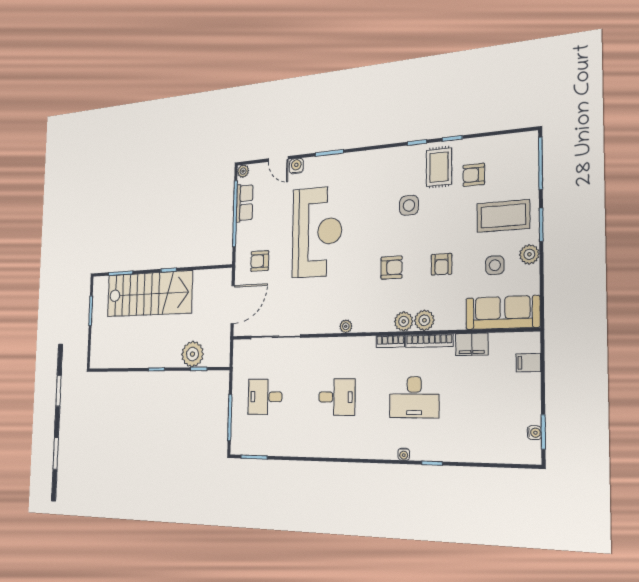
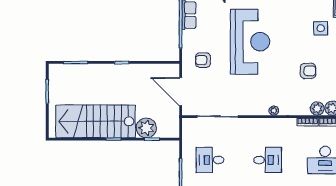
stairs: (149, 294) -> (96, 121), moved, turned 180
door: (233, 305) -> (181, 92), swing flipped

